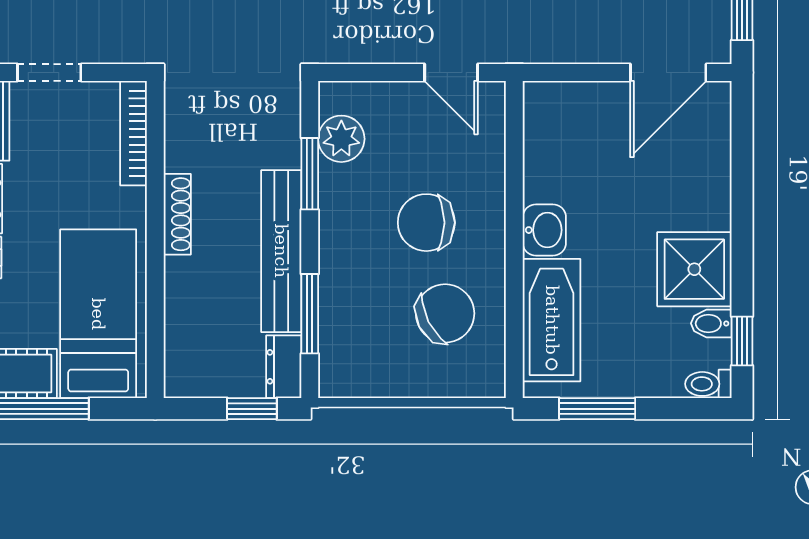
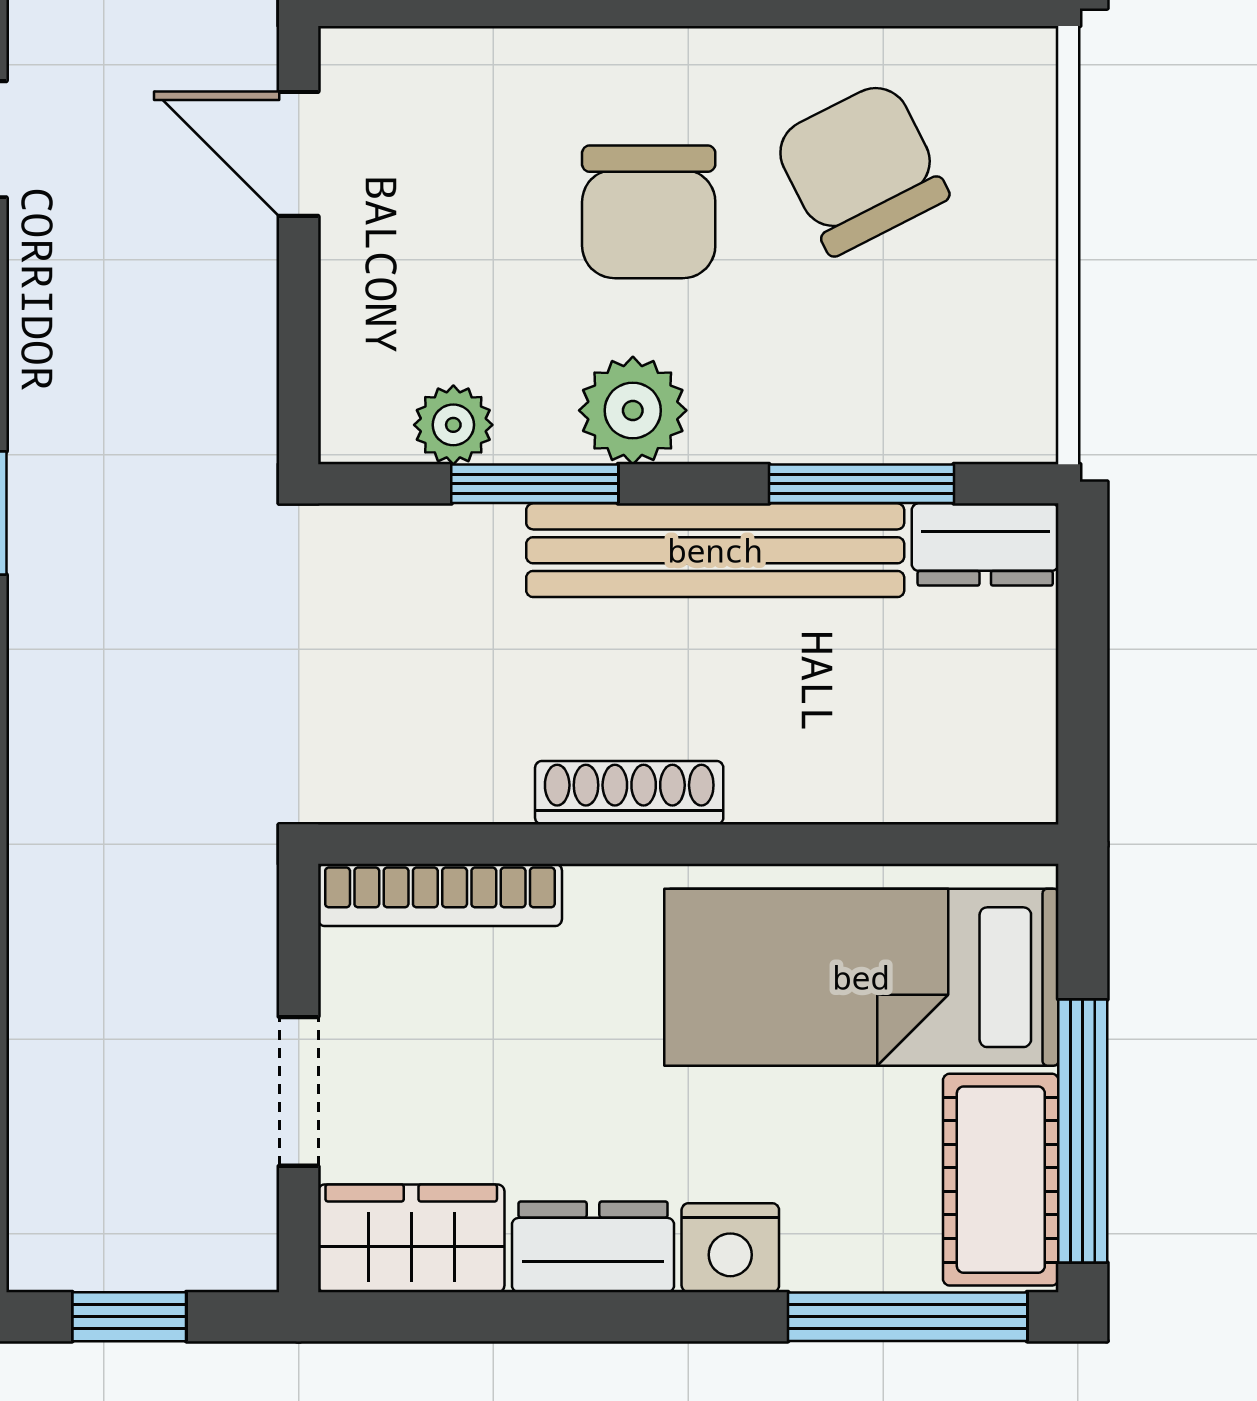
door: (451, 72) -> (299, 154), swing flipped
plant: (341, 139) -> (453, 425), width x0.73, depth x0.73
plant: (341, 216) -> (633, 410), added
window: (252, 409) -> (1083, 619), removed

